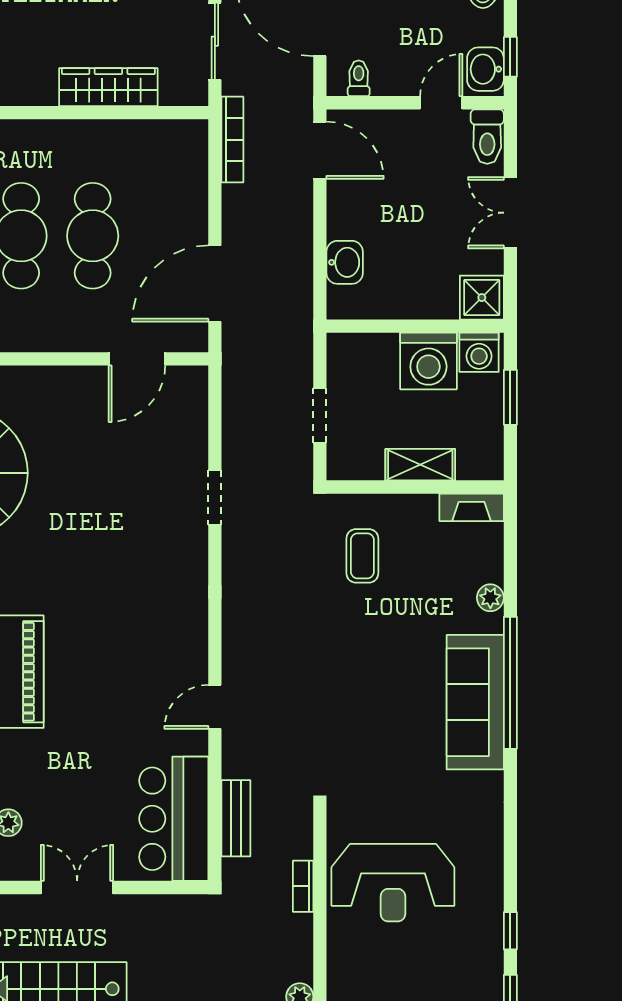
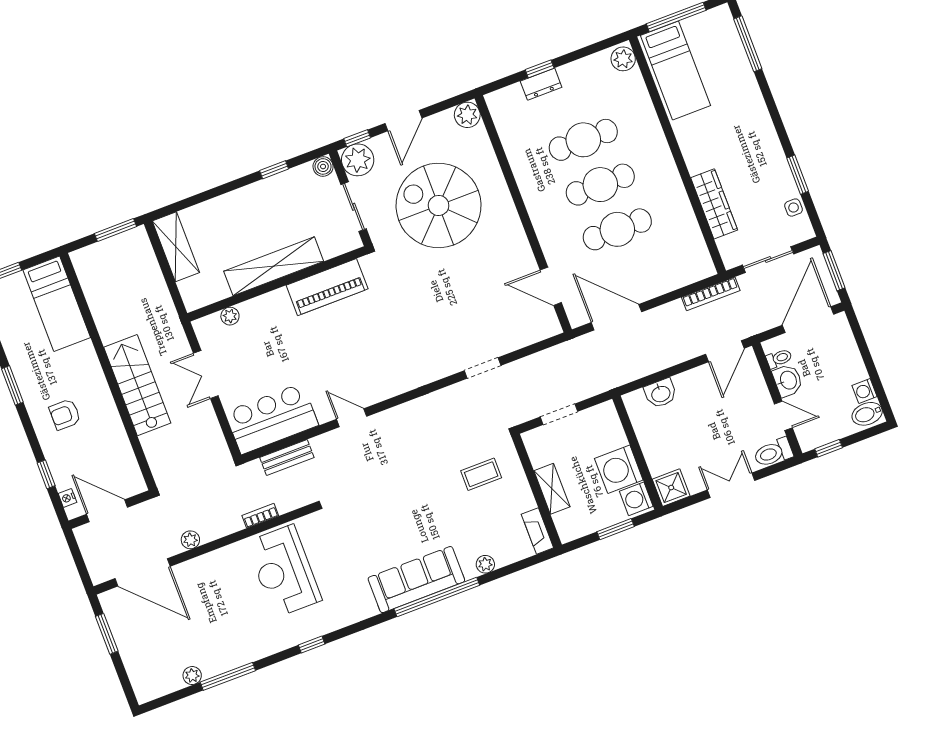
washbasin: (485, 69) -> (788, 380), moved, turned 90
double door: (77, 888) -> (206, 374), swing flipped
window: (510, 931) -> (312, 645), moved

